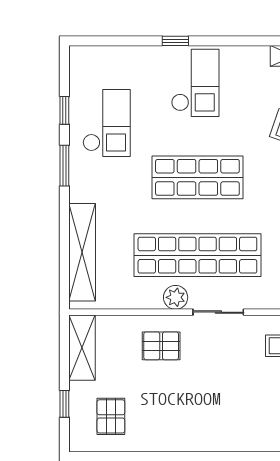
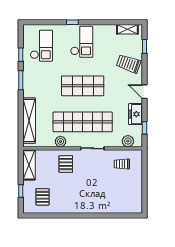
checkout: (107, 123) -> (41, 46), moved
plant: (176, 297) -> (60, 142), moved
pallet: (161, 346) -> (66, 164), turned 90

